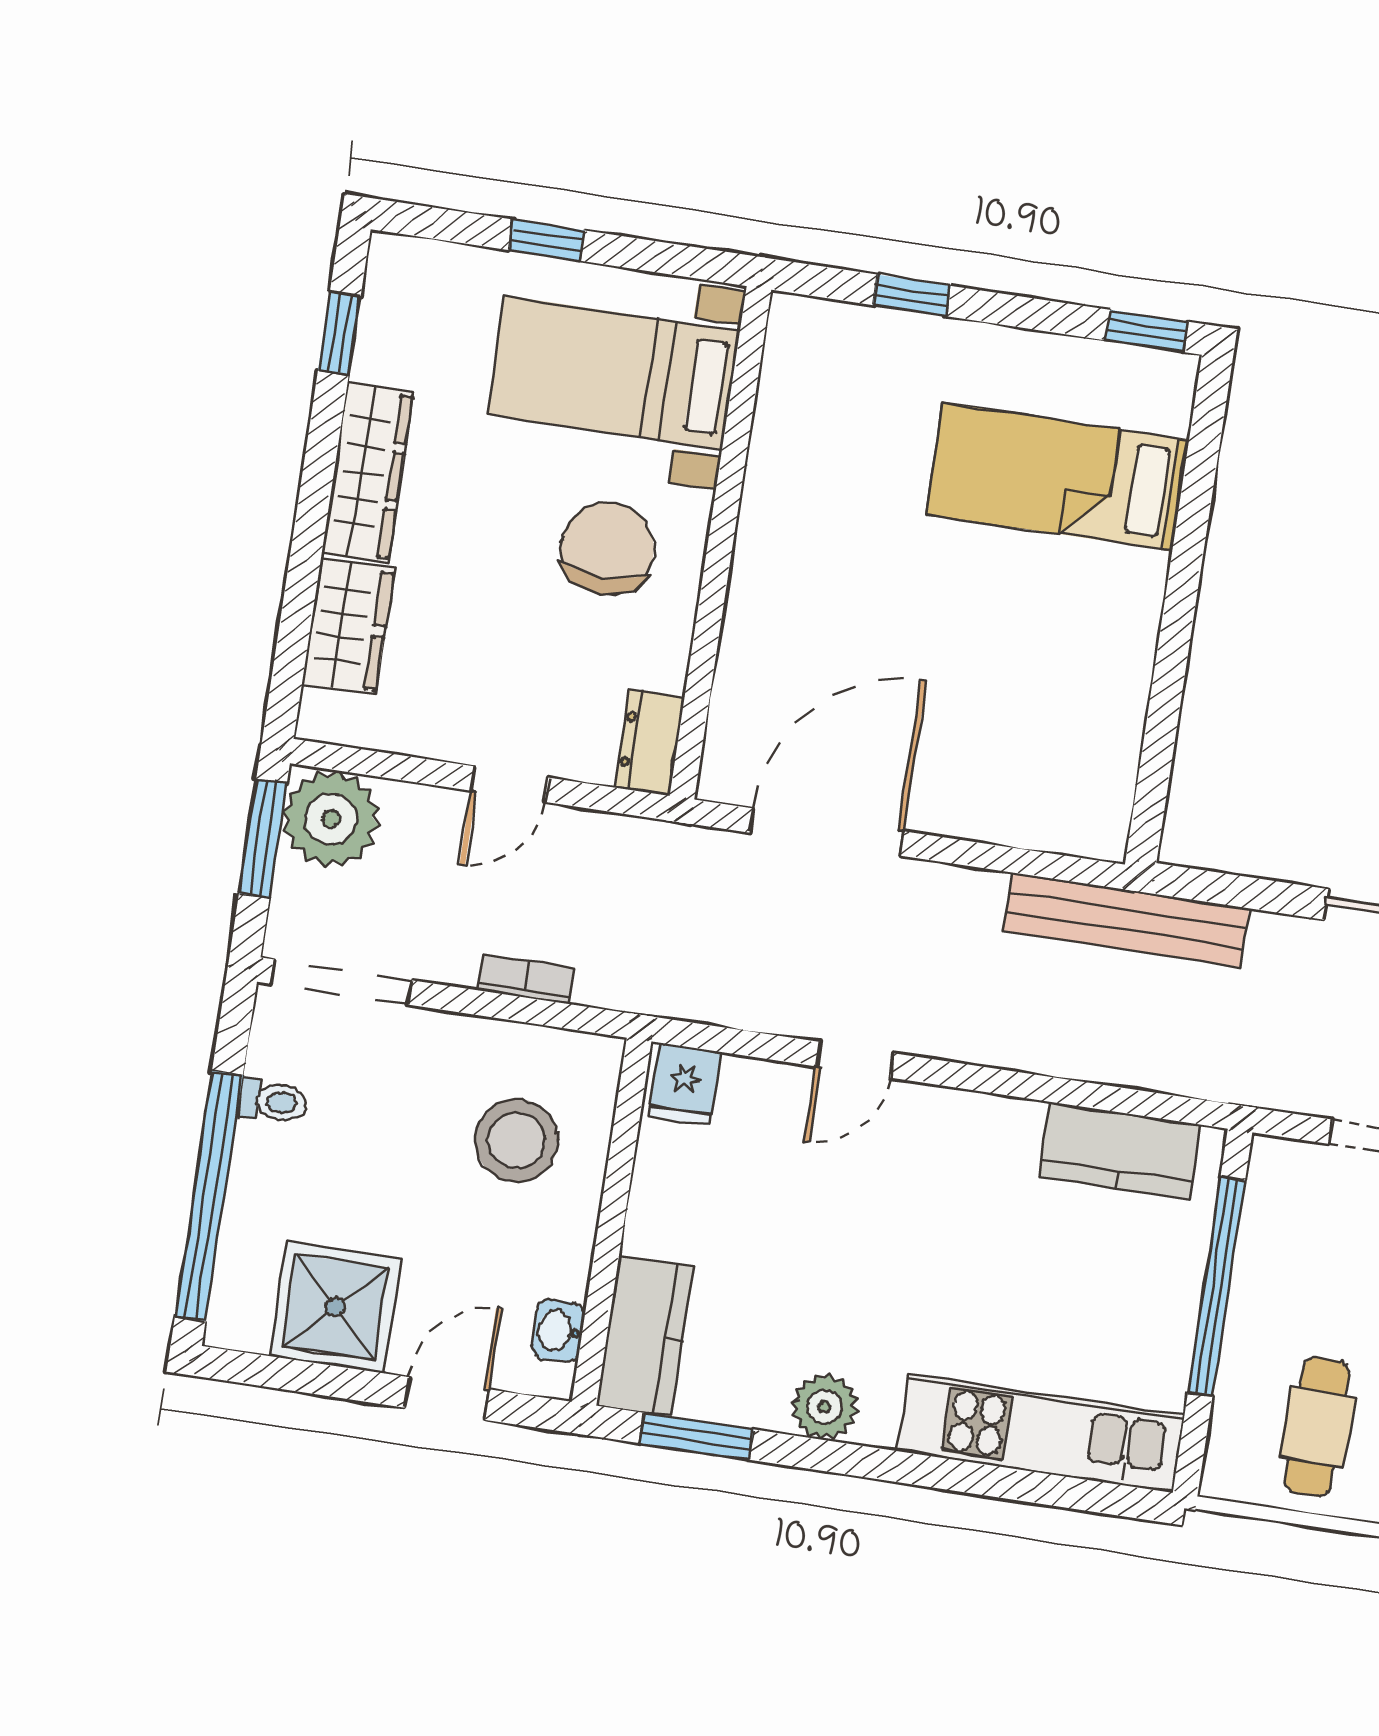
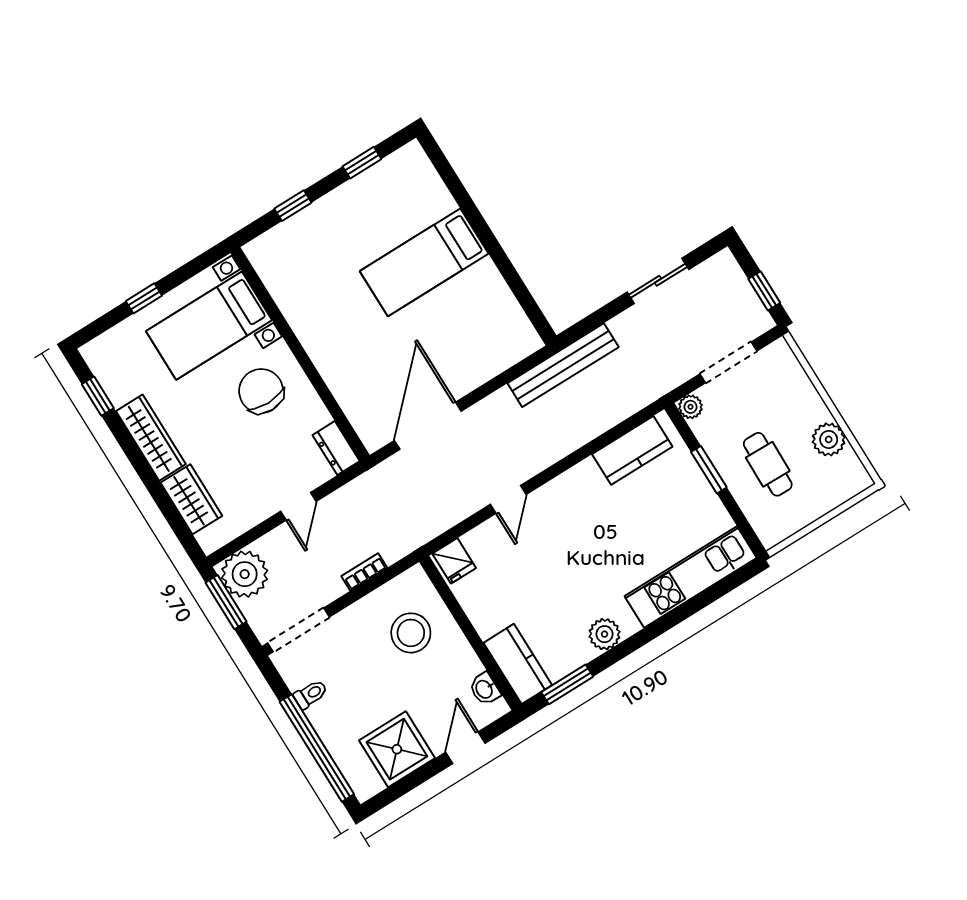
window: (1146, 331) -> (362, 163), moved
bed: (1057, 477) -> (424, 262), moved
plant: (1273, 1161) -> (691, 407), added
window: (1216, 1286) -> (709, 470), width x0.47
cafe table: (1317, 1427) -> (768, 464), moved

